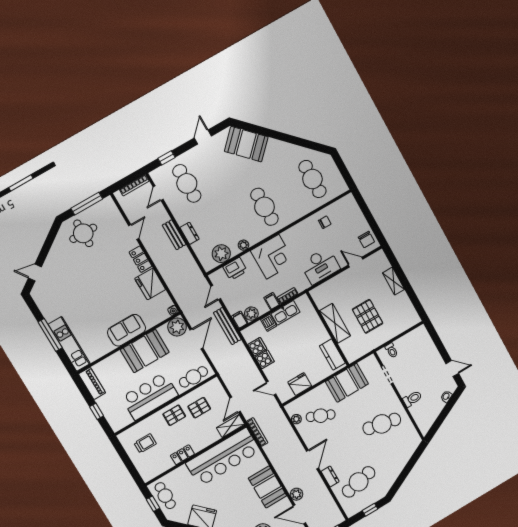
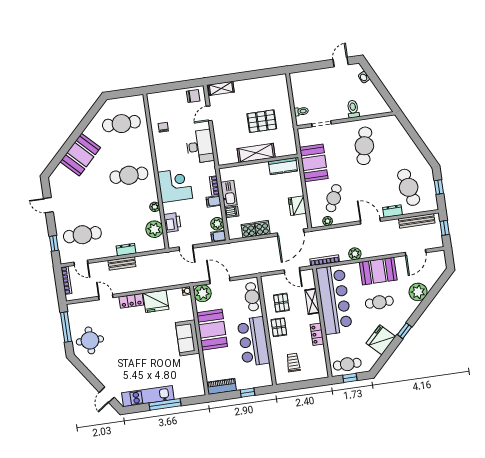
booth: (246, 144) -> (80, 155), moved
shelving: (393, 281) -> (221, 88), moved
bench: (227, 326) -> (417, 221), moved
kitchen unit: (69, 344) -> (148, 396), moved
door: (271, 388) -> (291, 233), width x1.88
shelving: (231, 426) -> (312, 301), moved
plant: (296, 494) -> (355, 254), moved
cafe table: (238, 501) -> (379, 302), added

